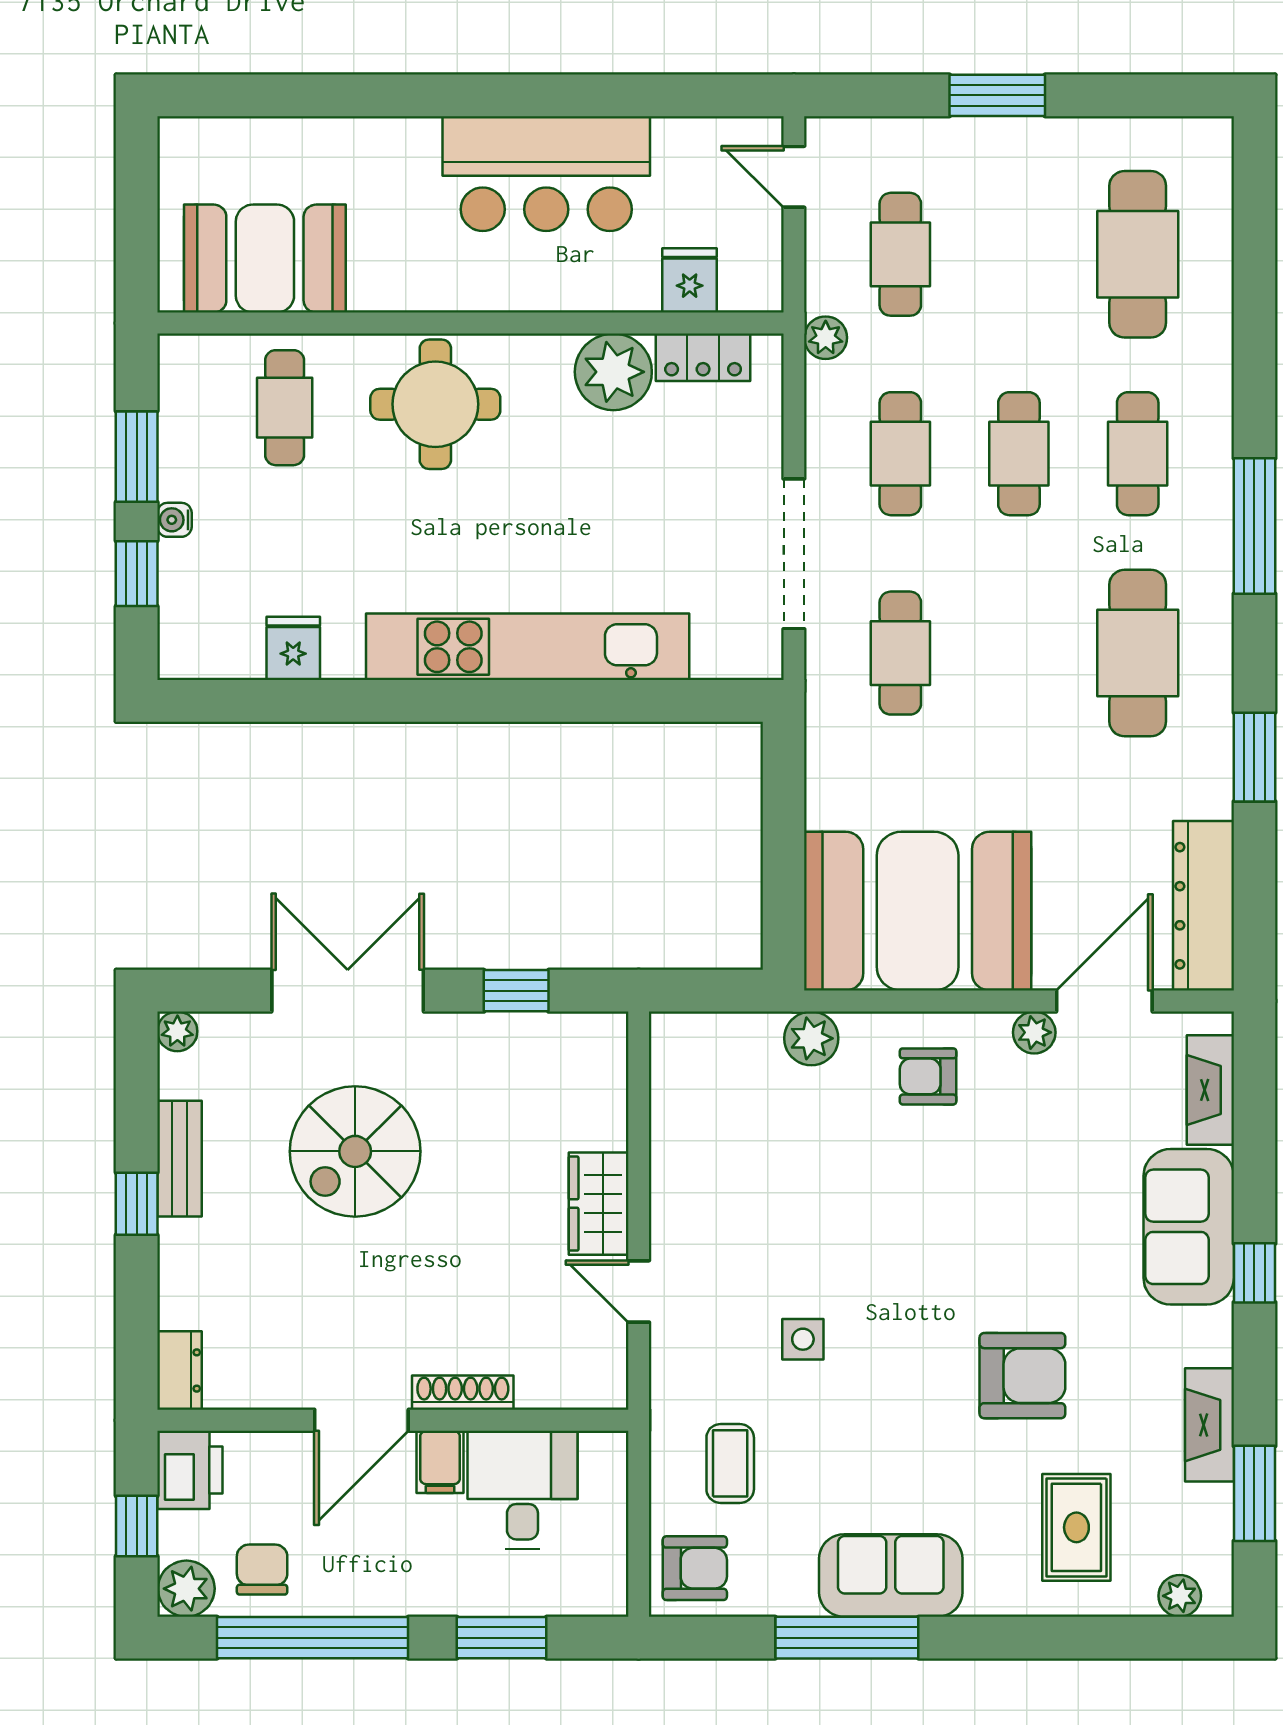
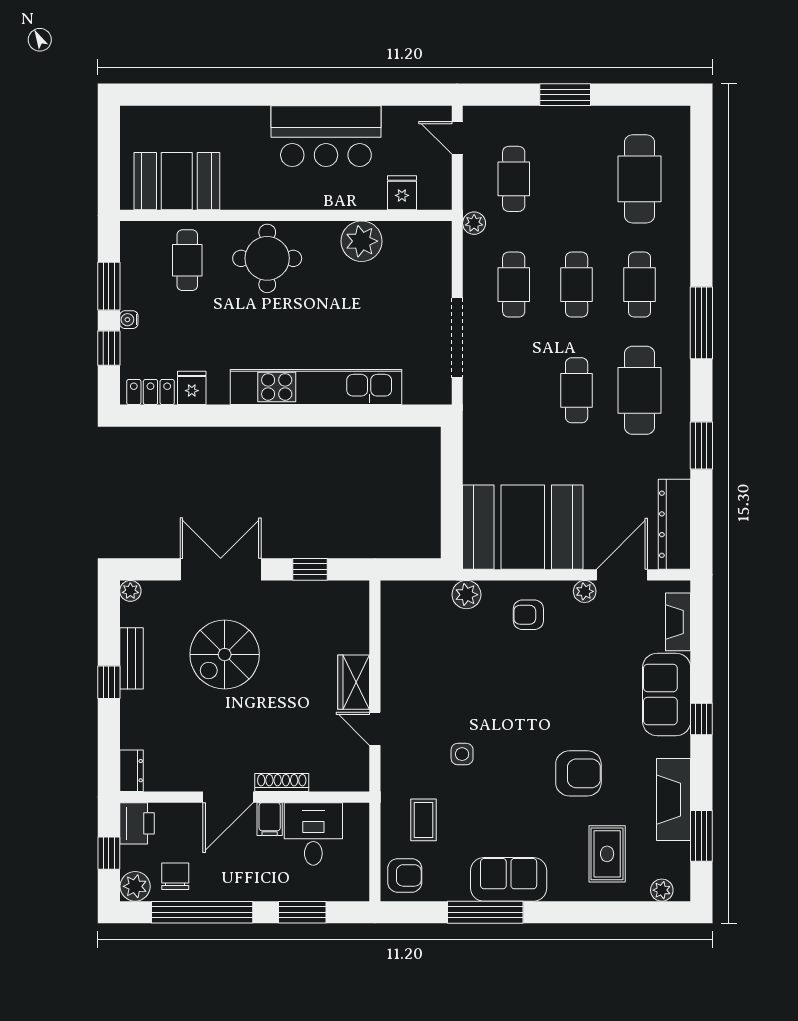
locker: (703, 357) -> (150, 392), moved, turned 180
cafe table: (900, 653) -> (577, 390), moved
fireplace: (1209, 1425) -> (673, 800), width x1.37, depth x1.32

